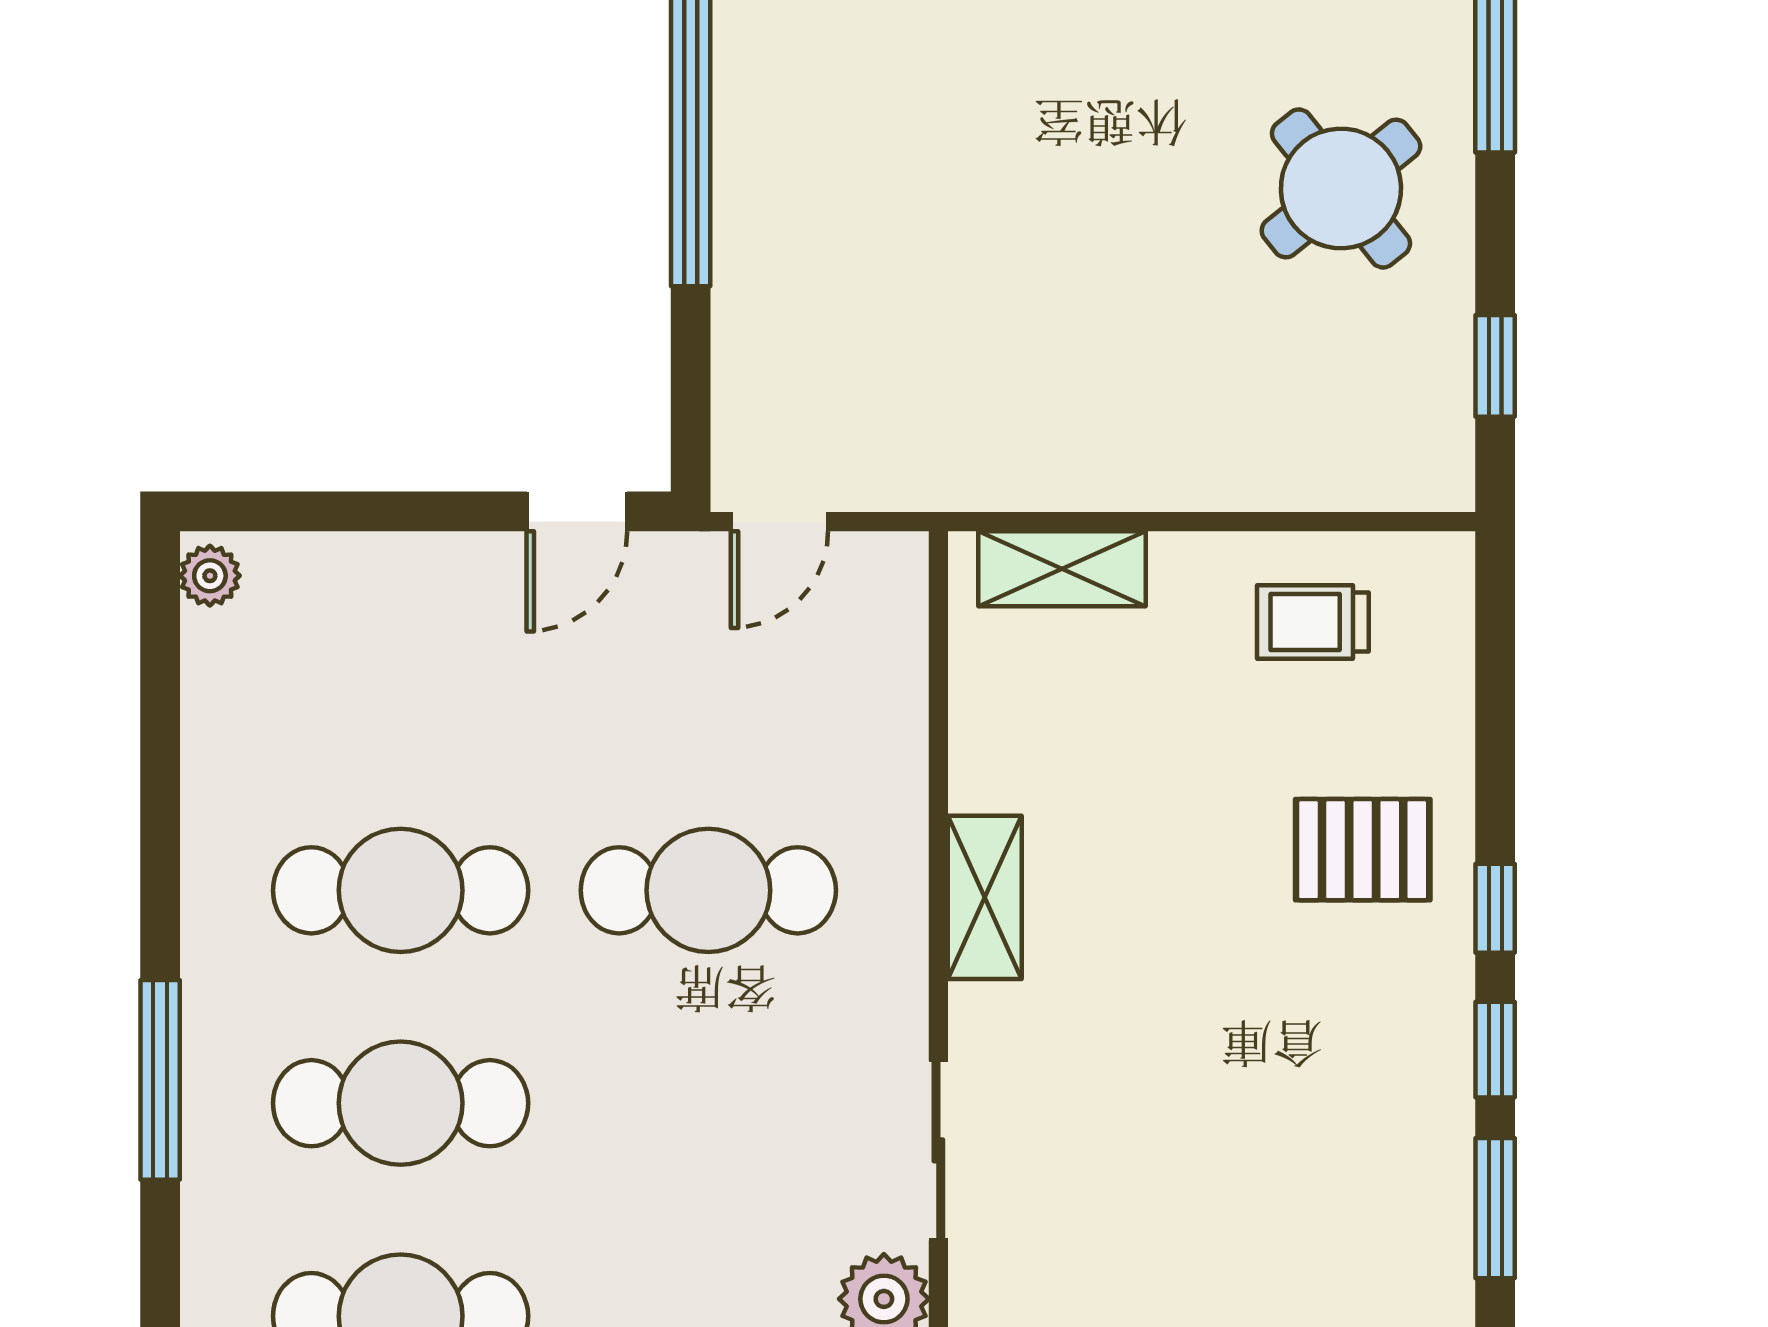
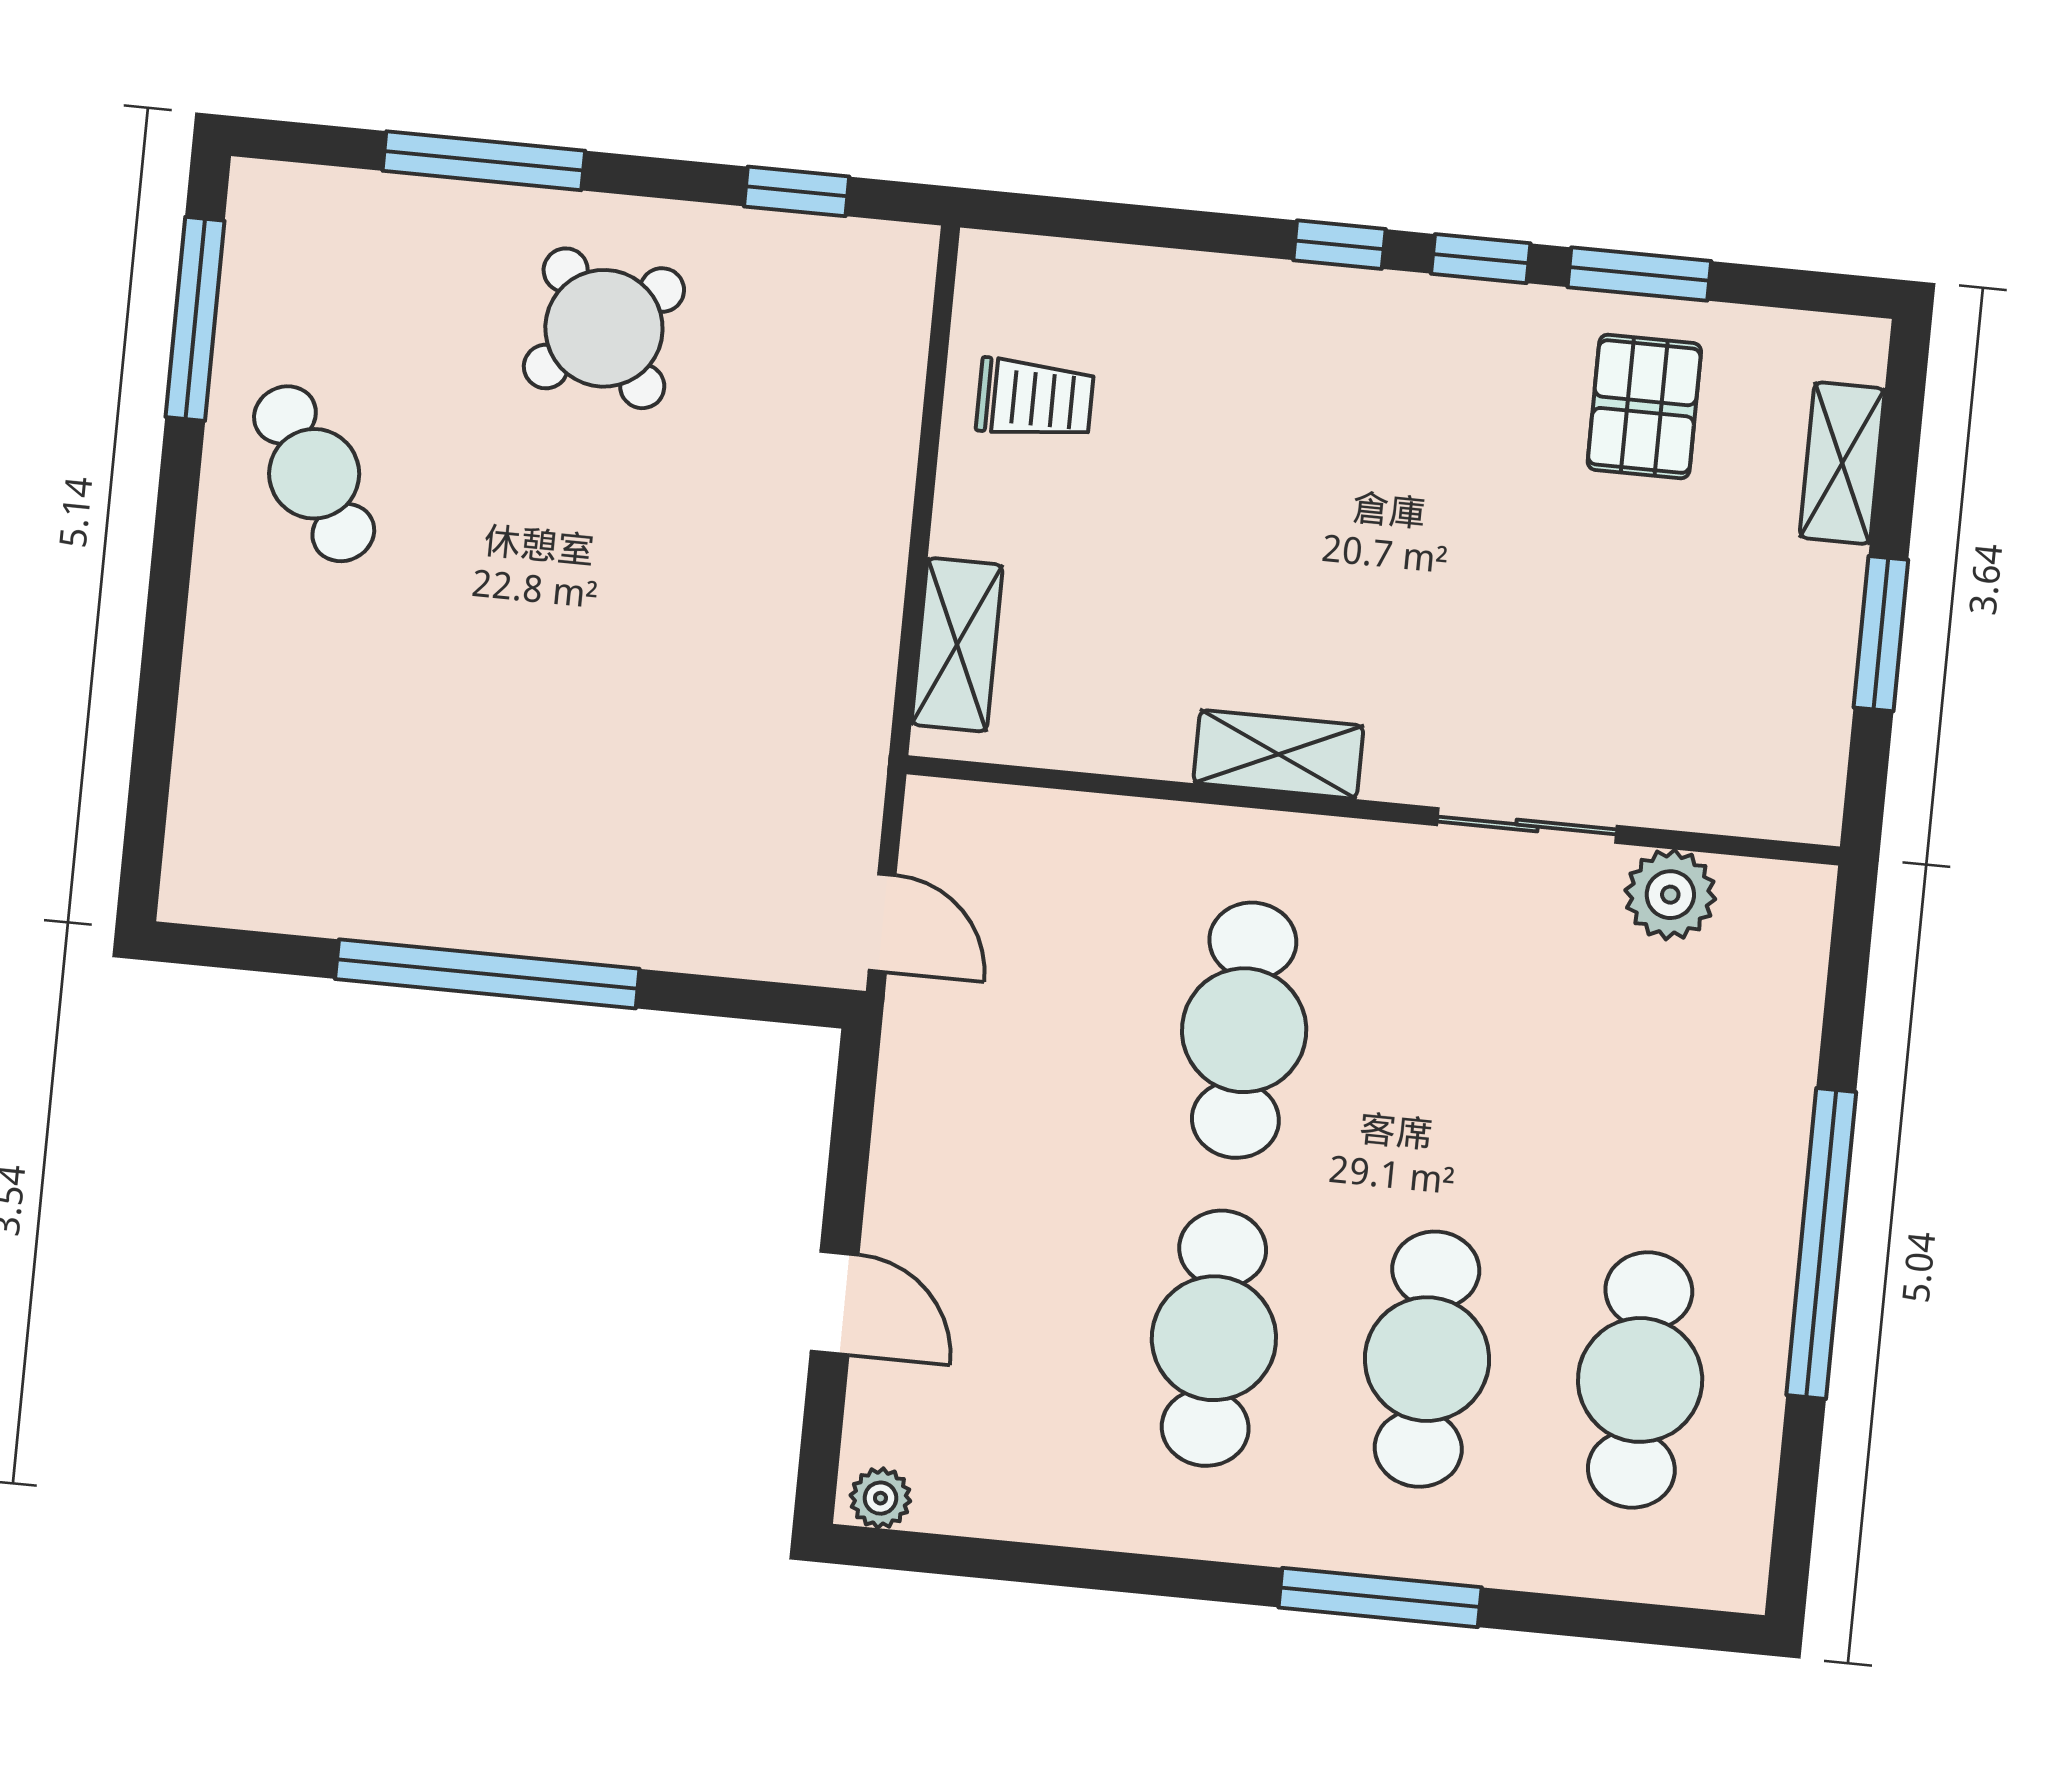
door: (577, 511) -> (835, 1303), moved
trolley: (1313, 622) -> (1035, 399), turned -90
pallet: (1363, 850) -> (1644, 407), moved

